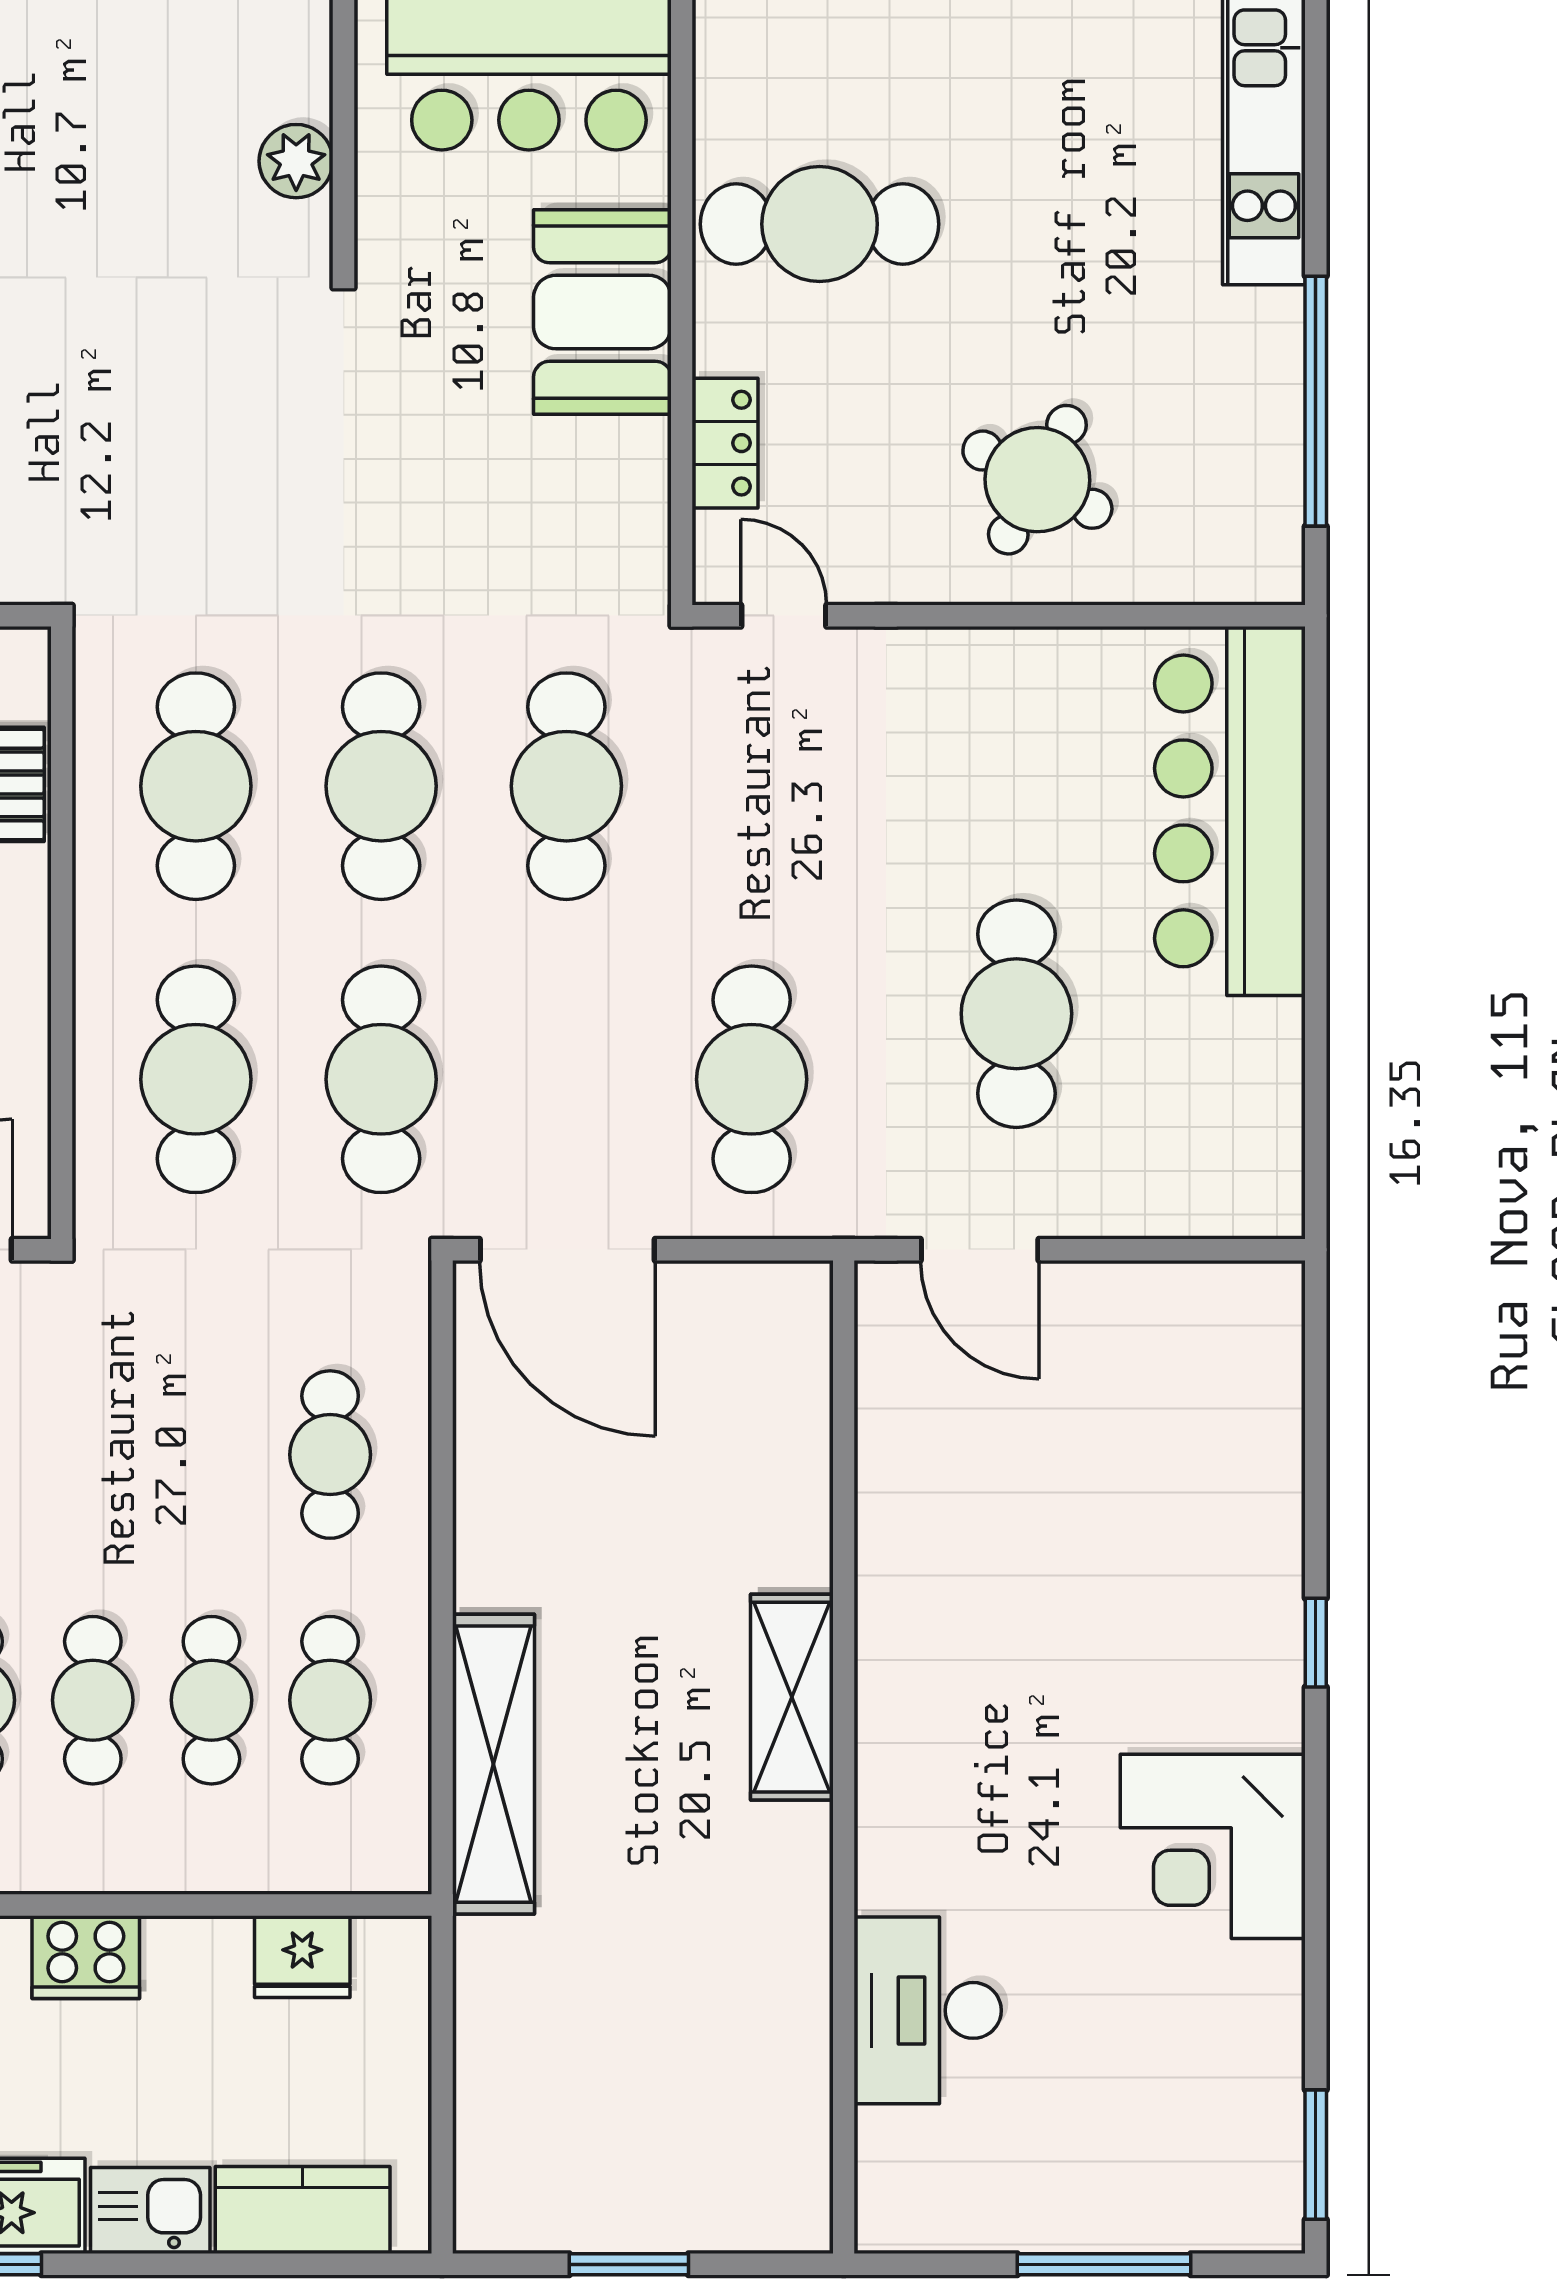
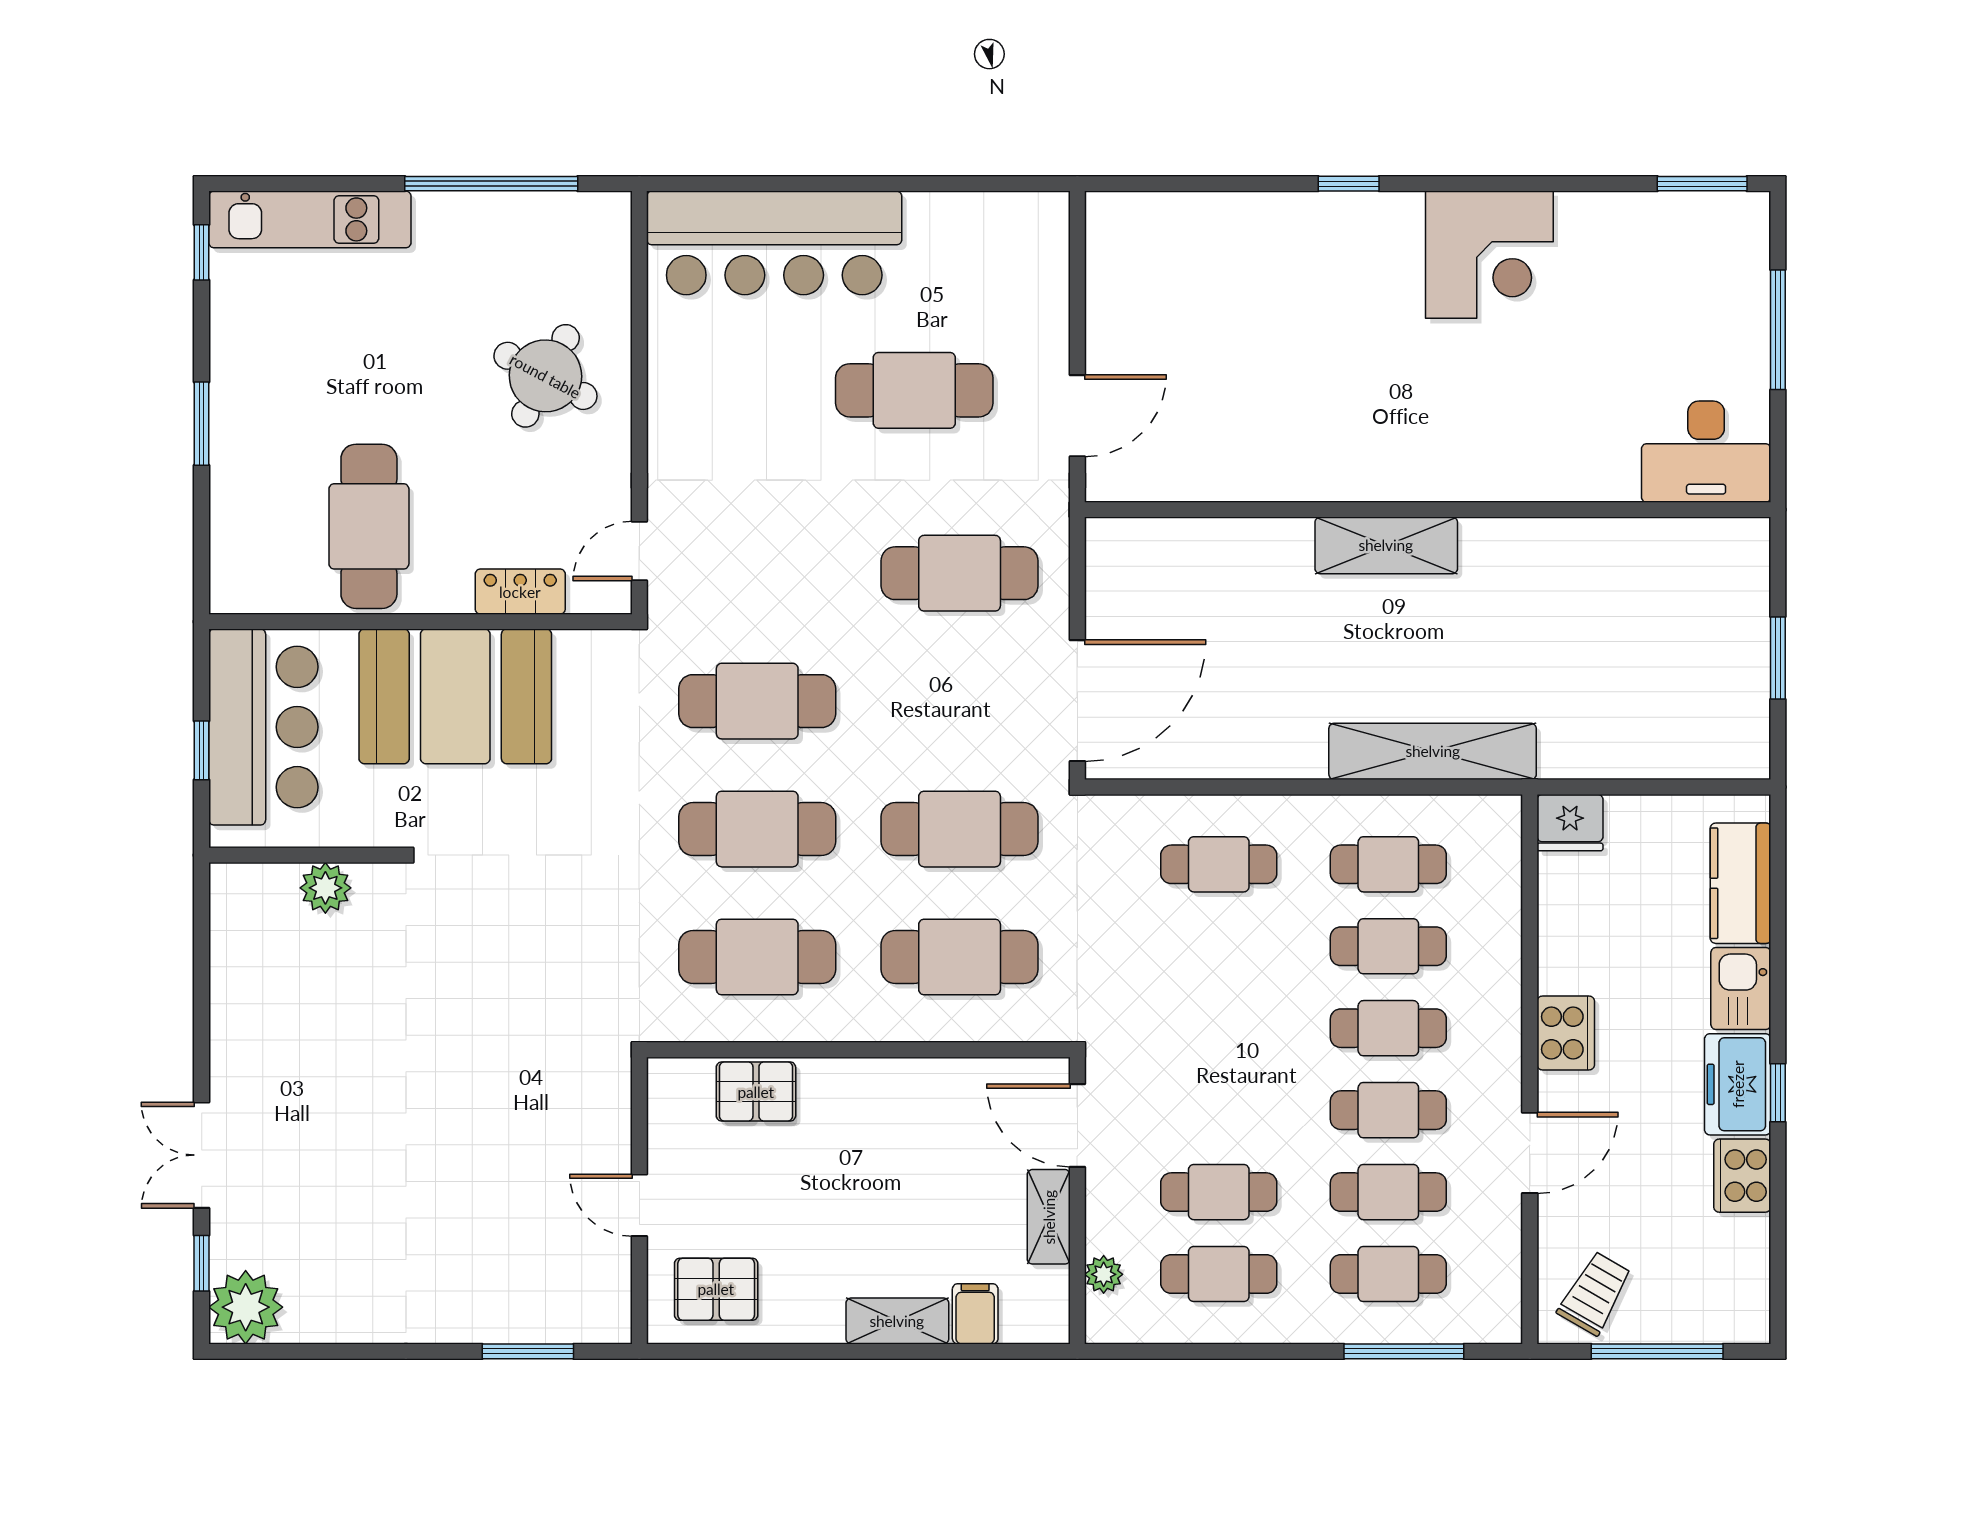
booth: (602, 312) -> (455, 696), width x1.36, depth x1.42
fridge: (302, 1957) -> (1570, 823), moved, turned 90
desk: (928, 2010) -> (1706, 452), moved

